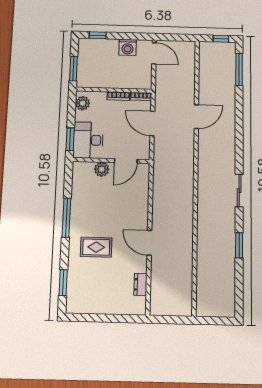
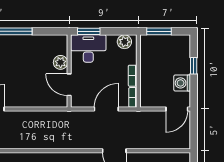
window: (98, 35) -> (194, 66), moved

